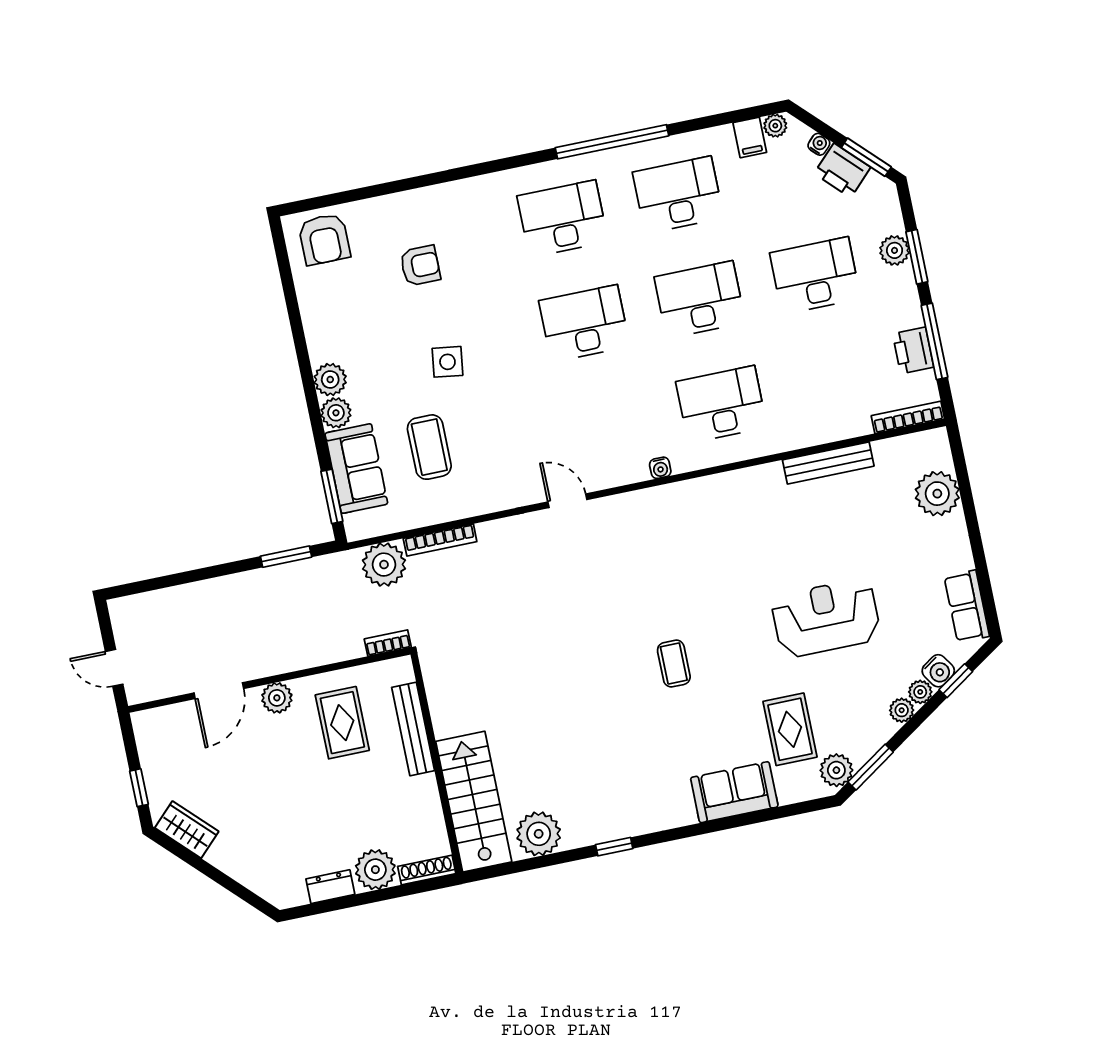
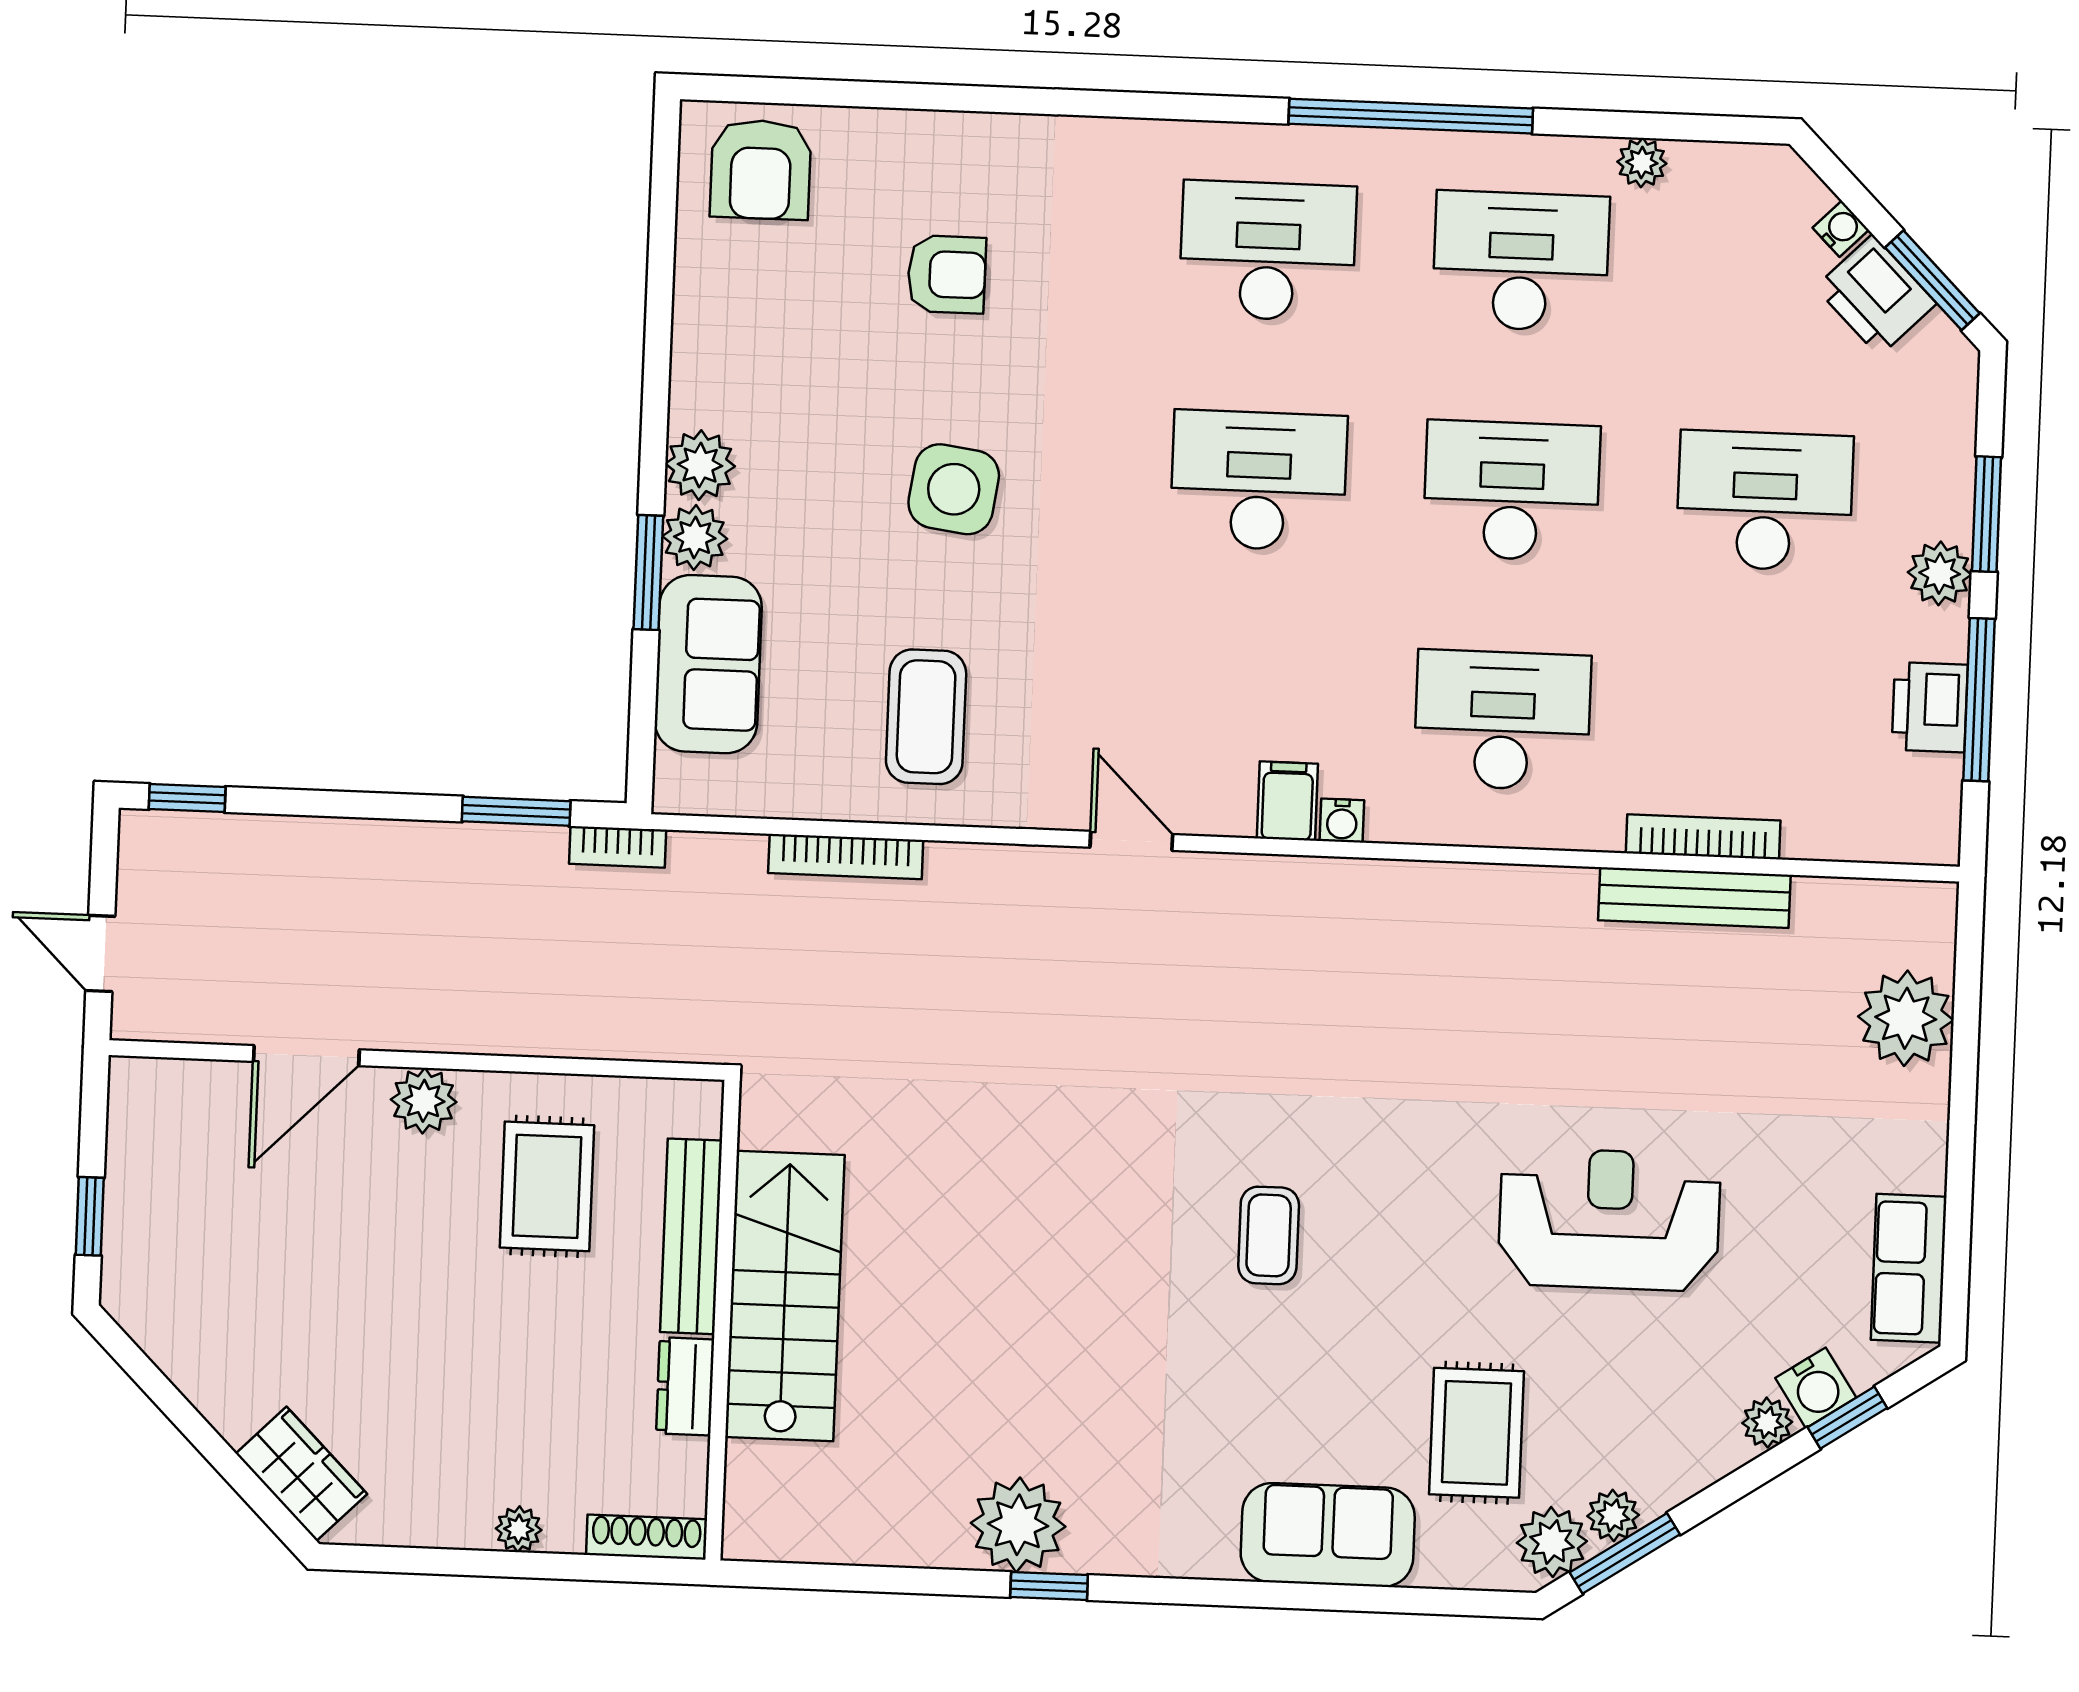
plant: (775, 126) -> (1642, 163), moved
filing cabinet: (750, 137) -> (1287, 801), moved, turned 180
plant: (895, 250) -> (1940, 573), moved
side table: (447, 362) -> (954, 489), width x1.37, depth x1.37
bookcase: (908, 417) -> (1703, 837), moved
coffee table: (429, 447) -> (926, 717), moved
window: (332, 496) -> (648, 573), moved
plant: (384, 565) -> (716, 879), removed
window: (136, 588) -> (187, 798), added
bookcase: (388, 643) -> (618, 847), moved, turned 180
plant: (902, 710) -> (1613, 1516), moved
stairs: (474, 802) -> (785, 1296), moved
wardrobe: (187, 830) -> (301, 1474), moved
plant: (539, 834) -> (1018, 1525), moved
plant: (375, 870) -> (519, 1529), width x0.53, depth x0.53
dresser: (330, 887) -> (685, 1386), moved, turned -90

